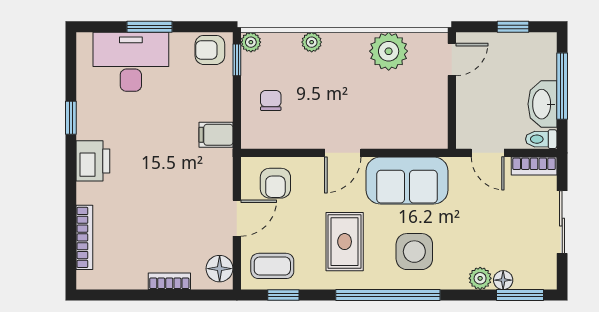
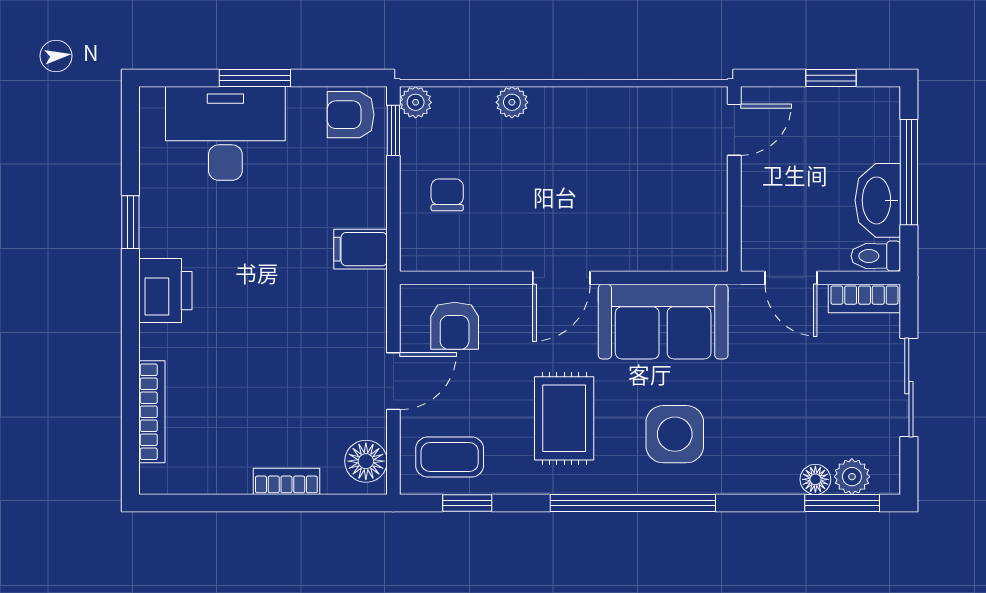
plant: (389, 51) -> (634, 117), removed
plant: (480, 278) -> (852, 477), moved

